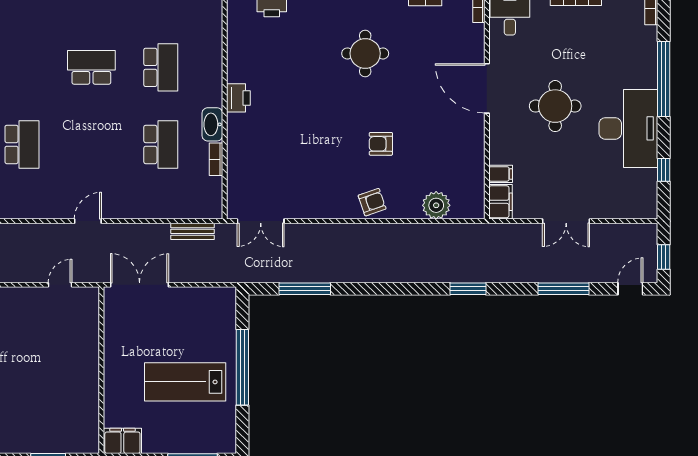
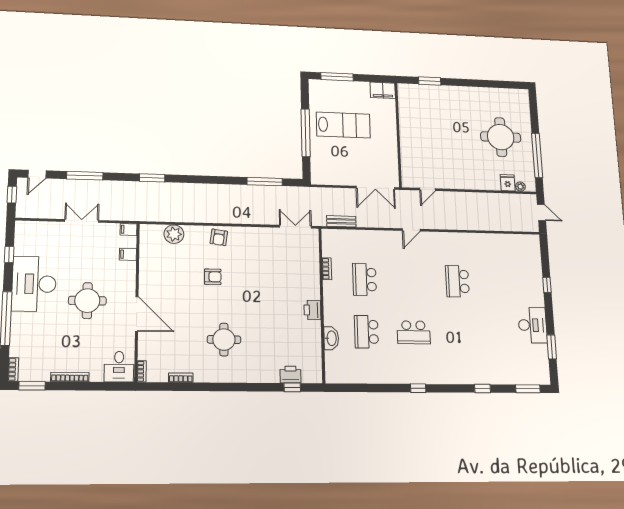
washbasin: (212, 124) -> (331, 338), moved
armchair: (372, 202) -> (219, 237), turned -63
filing cabinet: (500, 202) -> (128, 229), width x0.50

